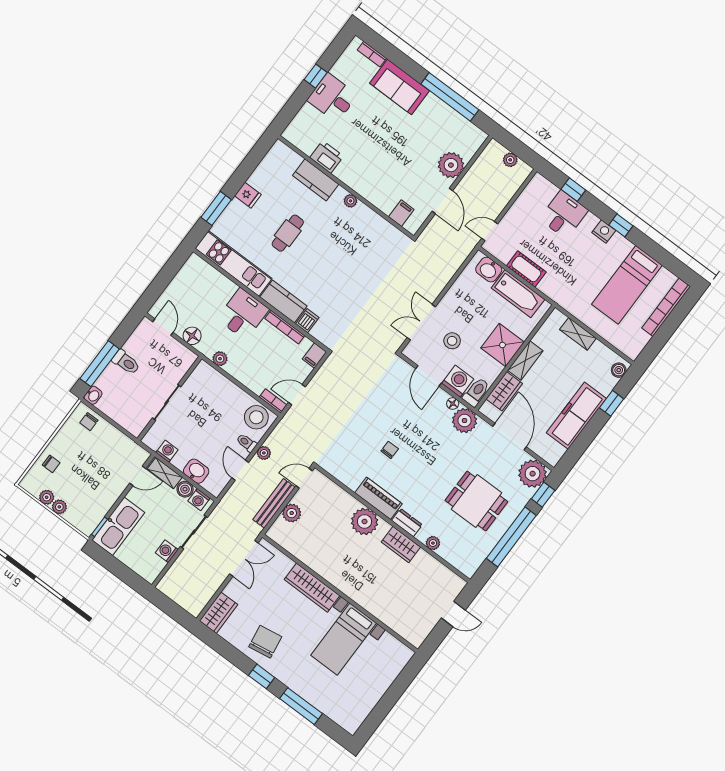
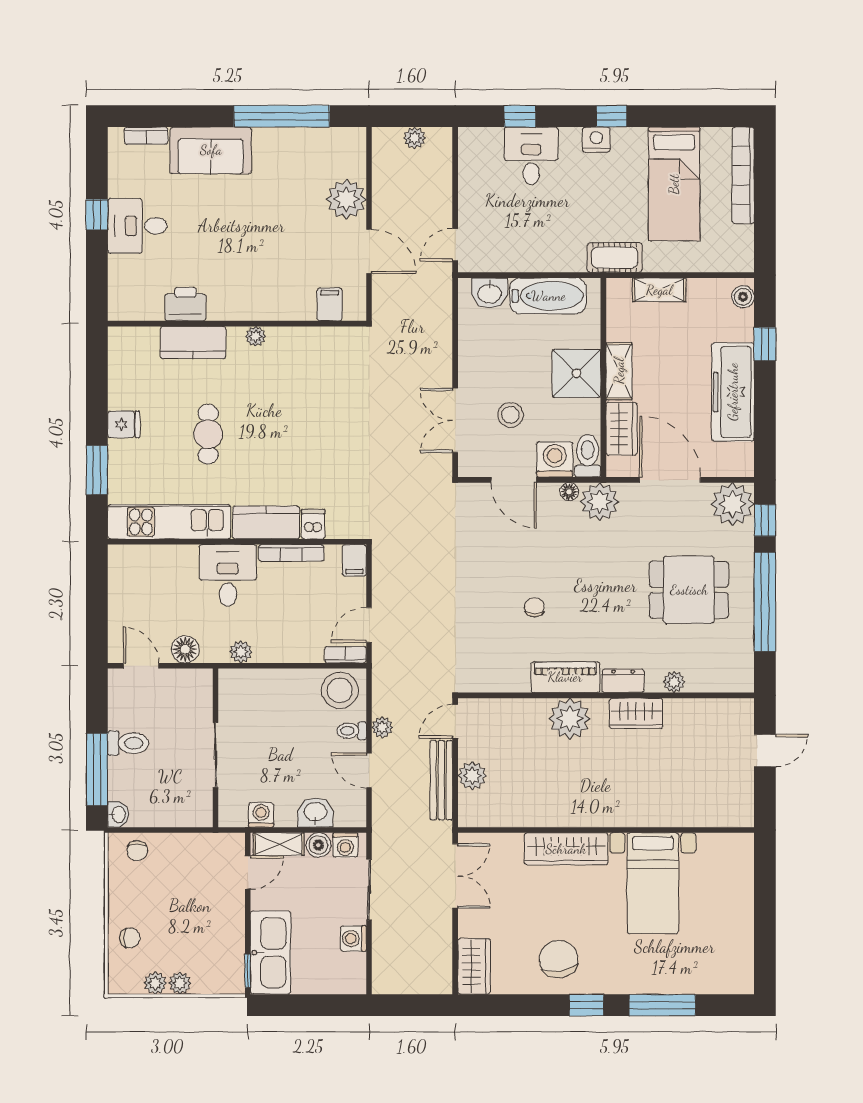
cot: (526, 269) -> (615, 258), moved

